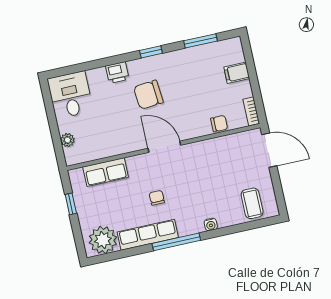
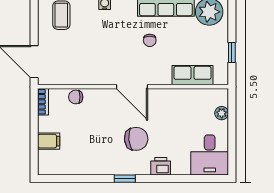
window: (201, 41) -> (76, 179), removed

